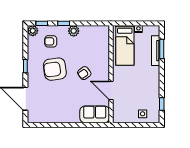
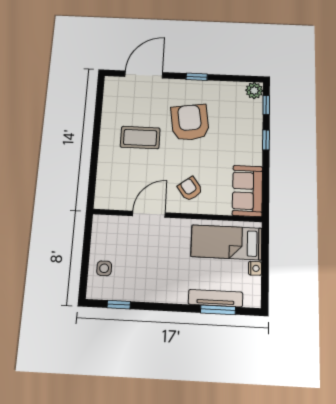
plant: (74, 31) -> (253, 156), removed
armchair: (51, 41) -> (236, 118), removed
armchair: (84, 73) -> (190, 189), moved
coffee table: (66, 98) -> (140, 138), added
sofa: (95, 114) -> (247, 191), moved, turned 180

